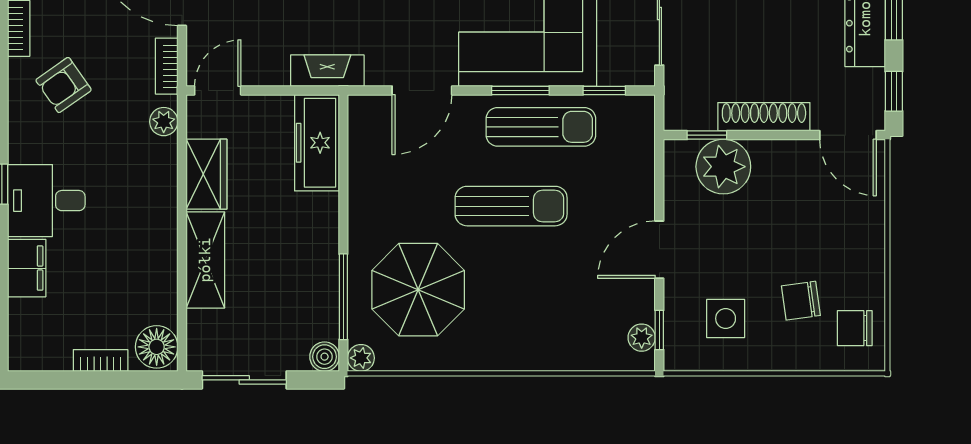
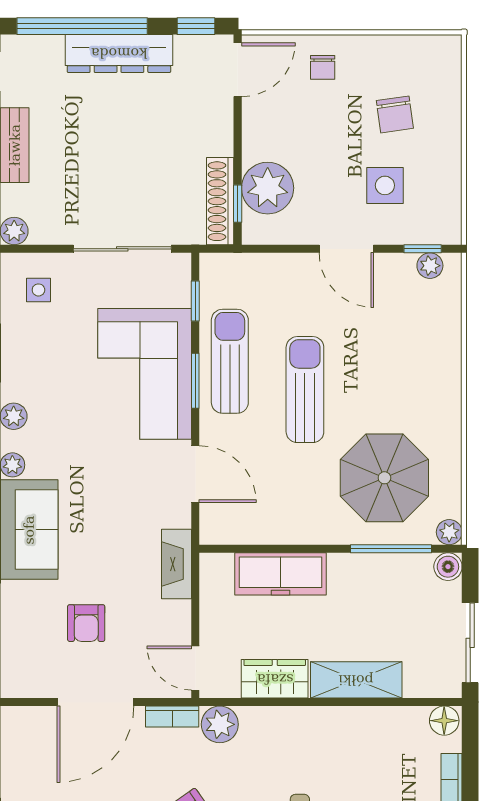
shoe rack: (764, 117) -> (220, 201), moved
plant: (164, 122) -> (220, 724), width x1.38, depth x1.38
freezer: (317, 143) -> (281, 574), moved
side table: (726, 318) -> (385, 185), moved
chair: (855, 328) -> (323, 67), moved, width x0.73, depth x0.73
floor lamp: (157, 347) -> (444, 721), width x0.73, depth x0.73

